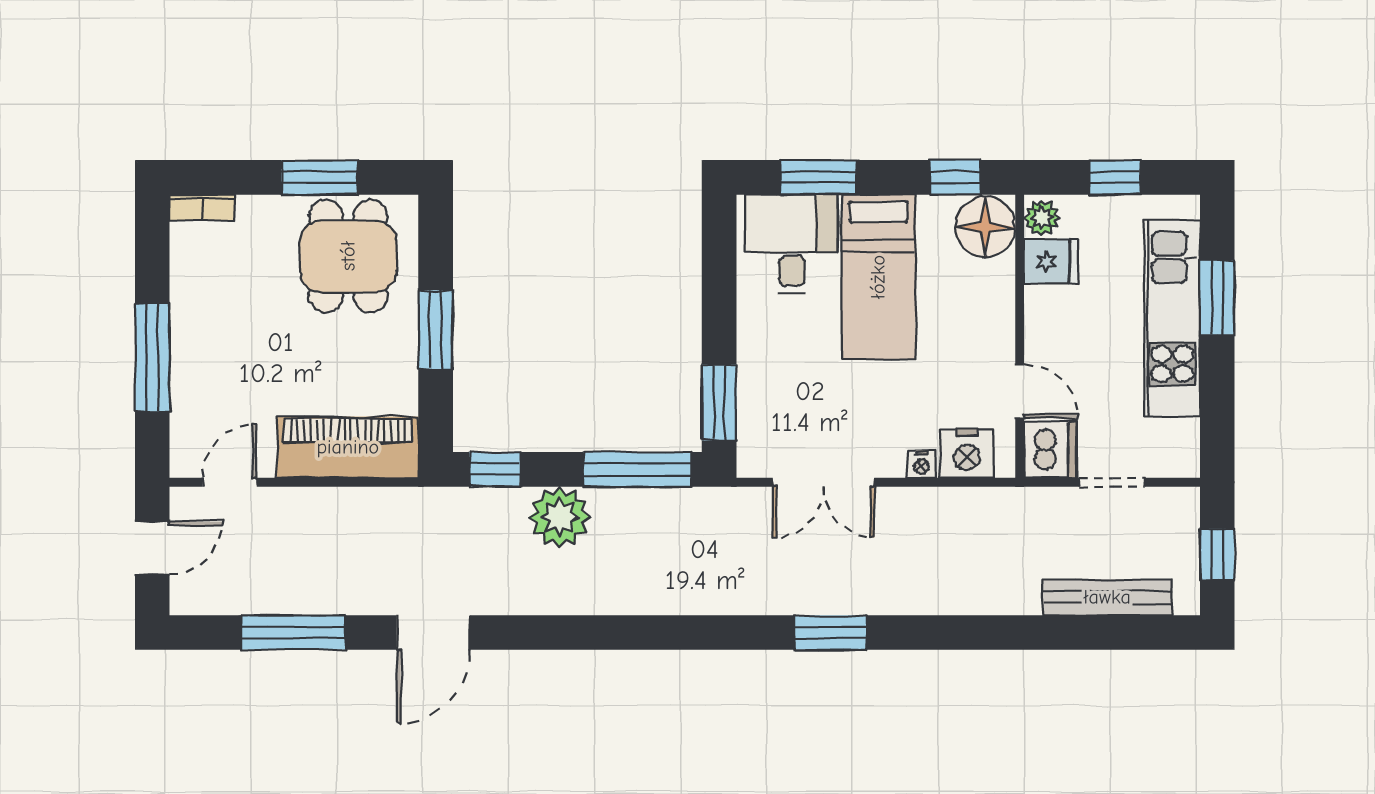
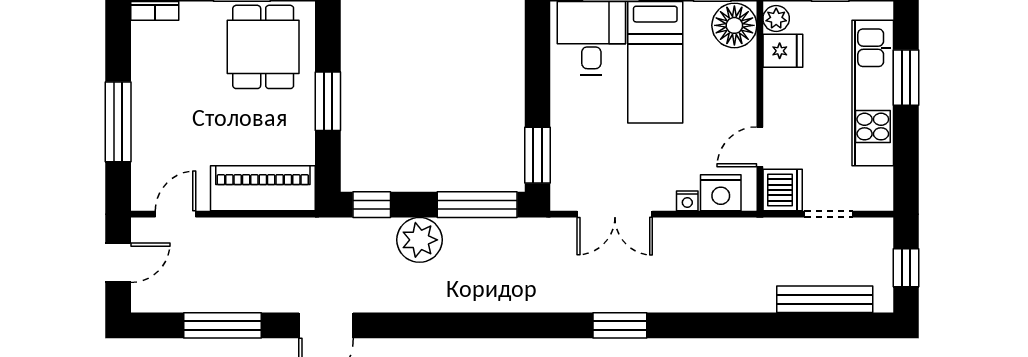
door: (1020, 391) -> (760, 147), swing flipped

